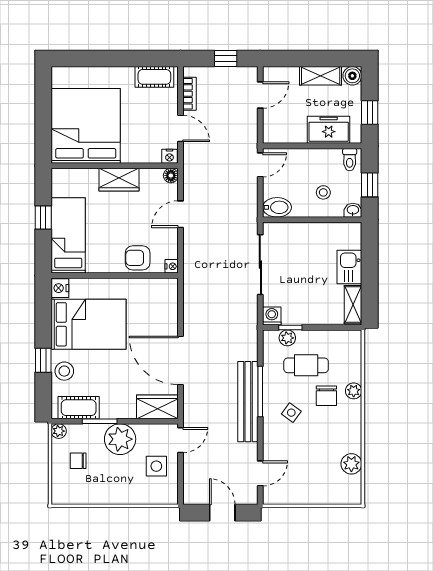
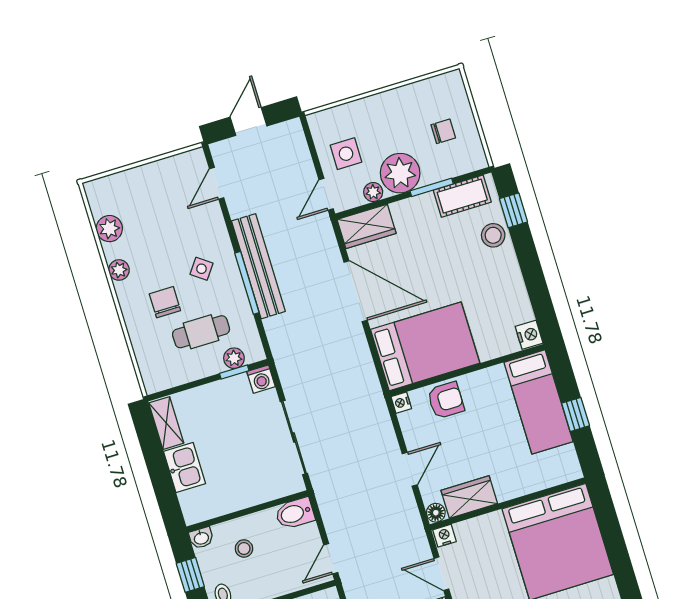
wardrobe: (119, 180) -> (469, 497), moved
bed: (89, 324) -> (425, 346), moved, turned 180
window: (43, 360) -> (513, 210), moved
plant: (354, 391) -> (119, 270), moved
plant: (59, 431) -> (373, 192), moved
door: (222, 513) -> (248, 122), swing flipped

